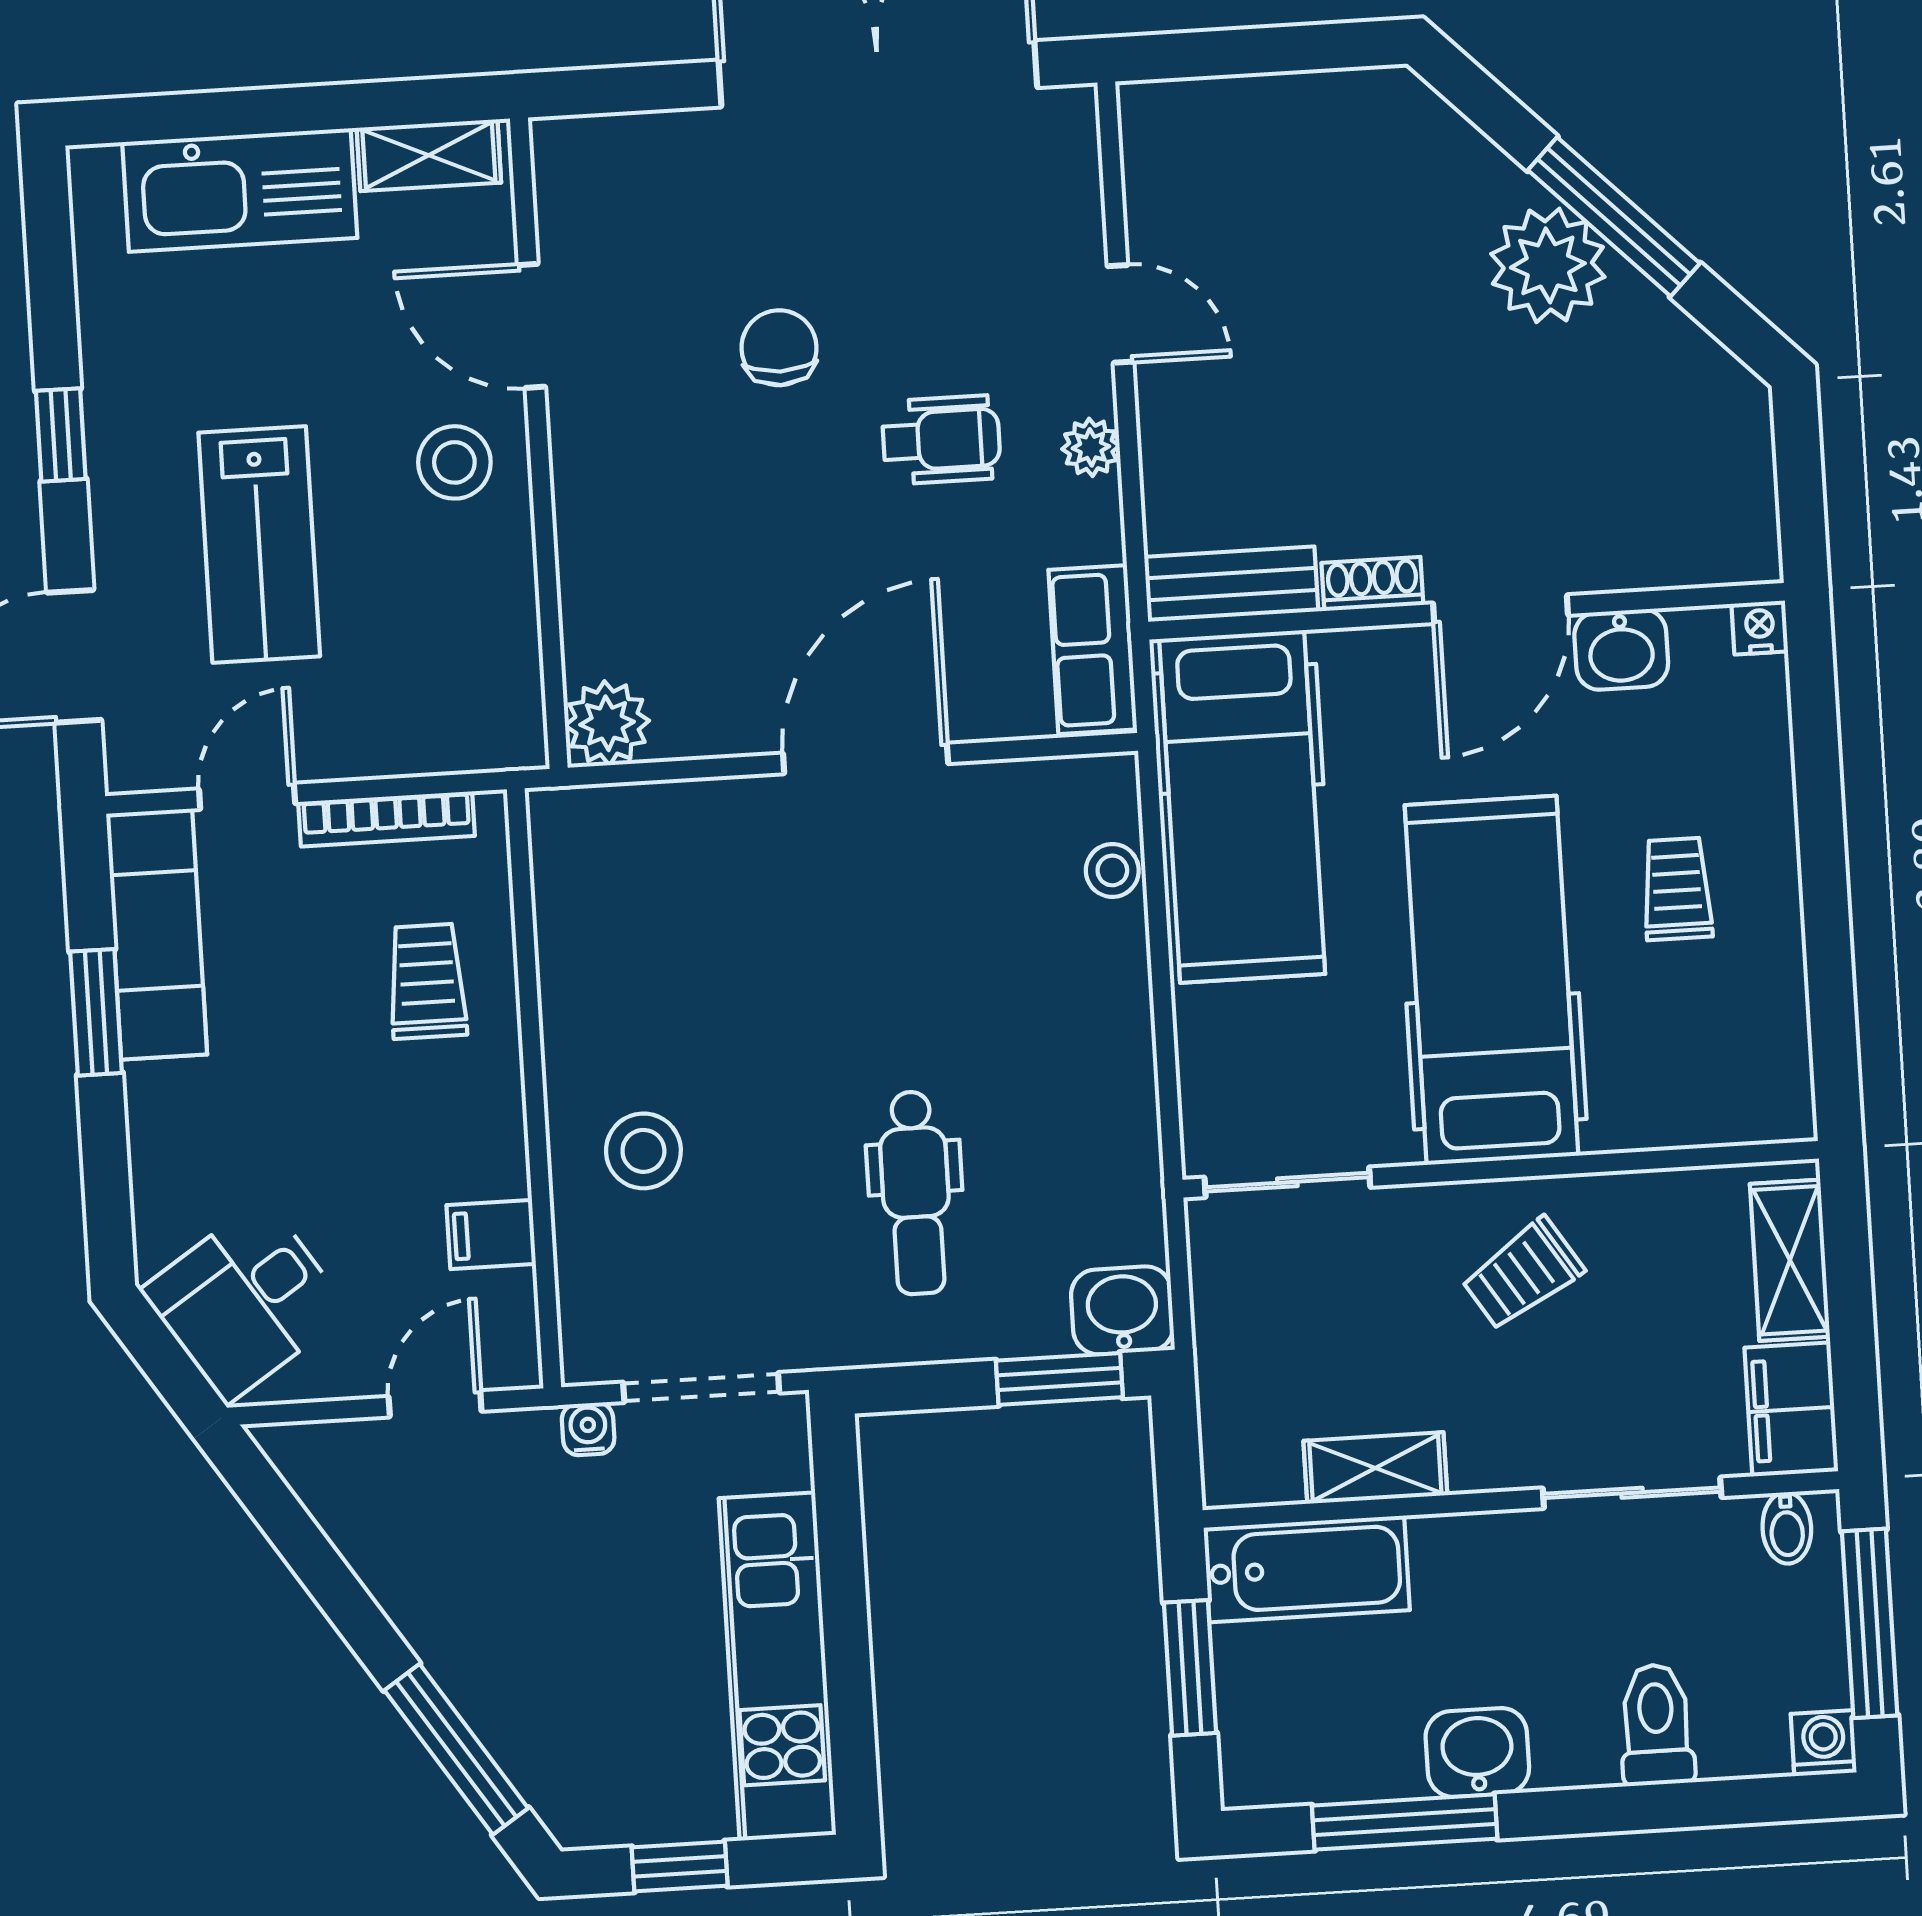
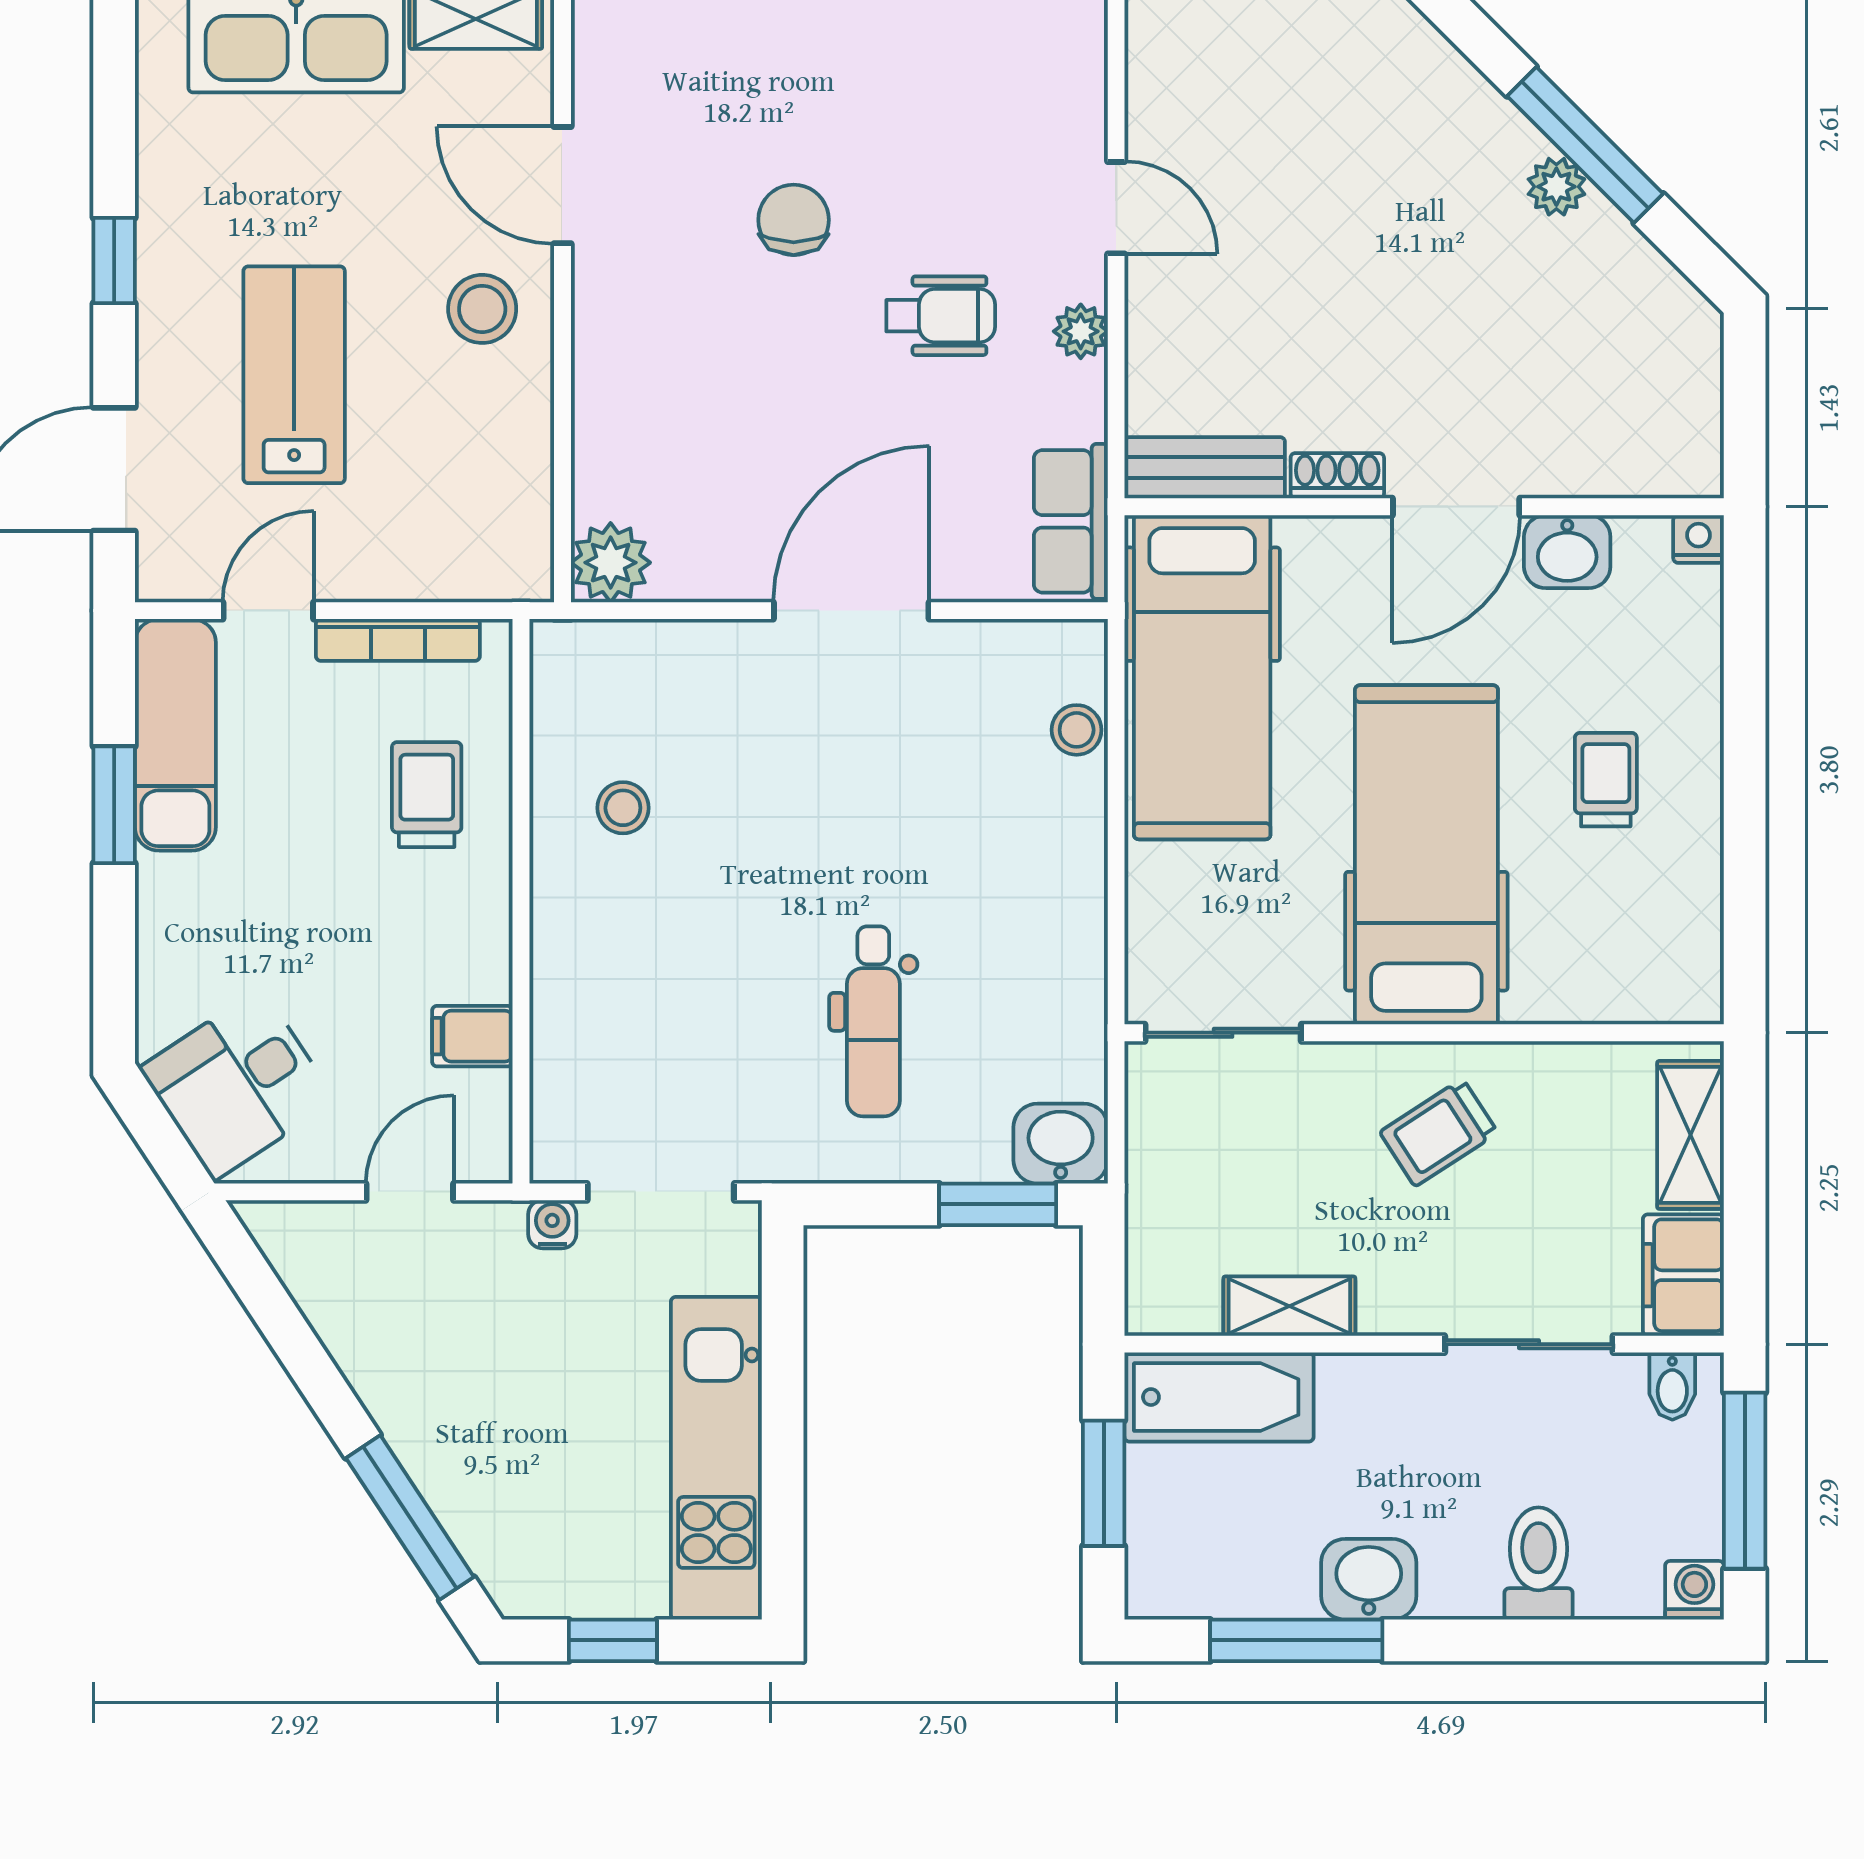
plant: (1548, 265) -> (1556, 187), width x0.53, depth x0.53
lab bench: (259, 545) -> (294, 375), turned 180
stool: (643, 1151) -> (623, 808), moved, width x0.73, depth x0.73

